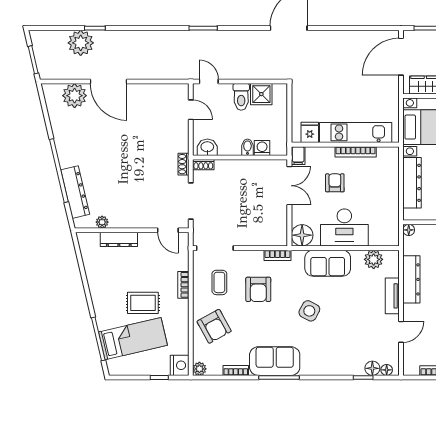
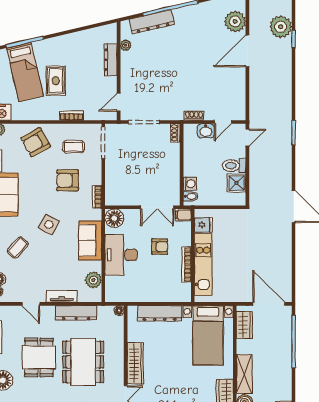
washbasin: (207, 147) -> (206, 131), moved, turned 90
bidet: (247, 147) -> (191, 196), moved
shoe rack: (183, 164) -> (194, 116), moved
coffee table: (336, 347) -> (18, 248), added

